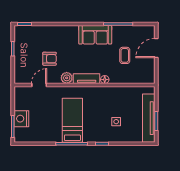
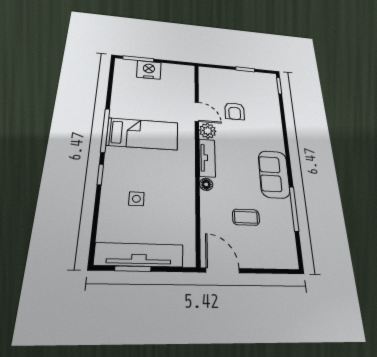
door: (156, 48) -> (223, 270), moved
door: (39, 85) -> (197, 112), moved

